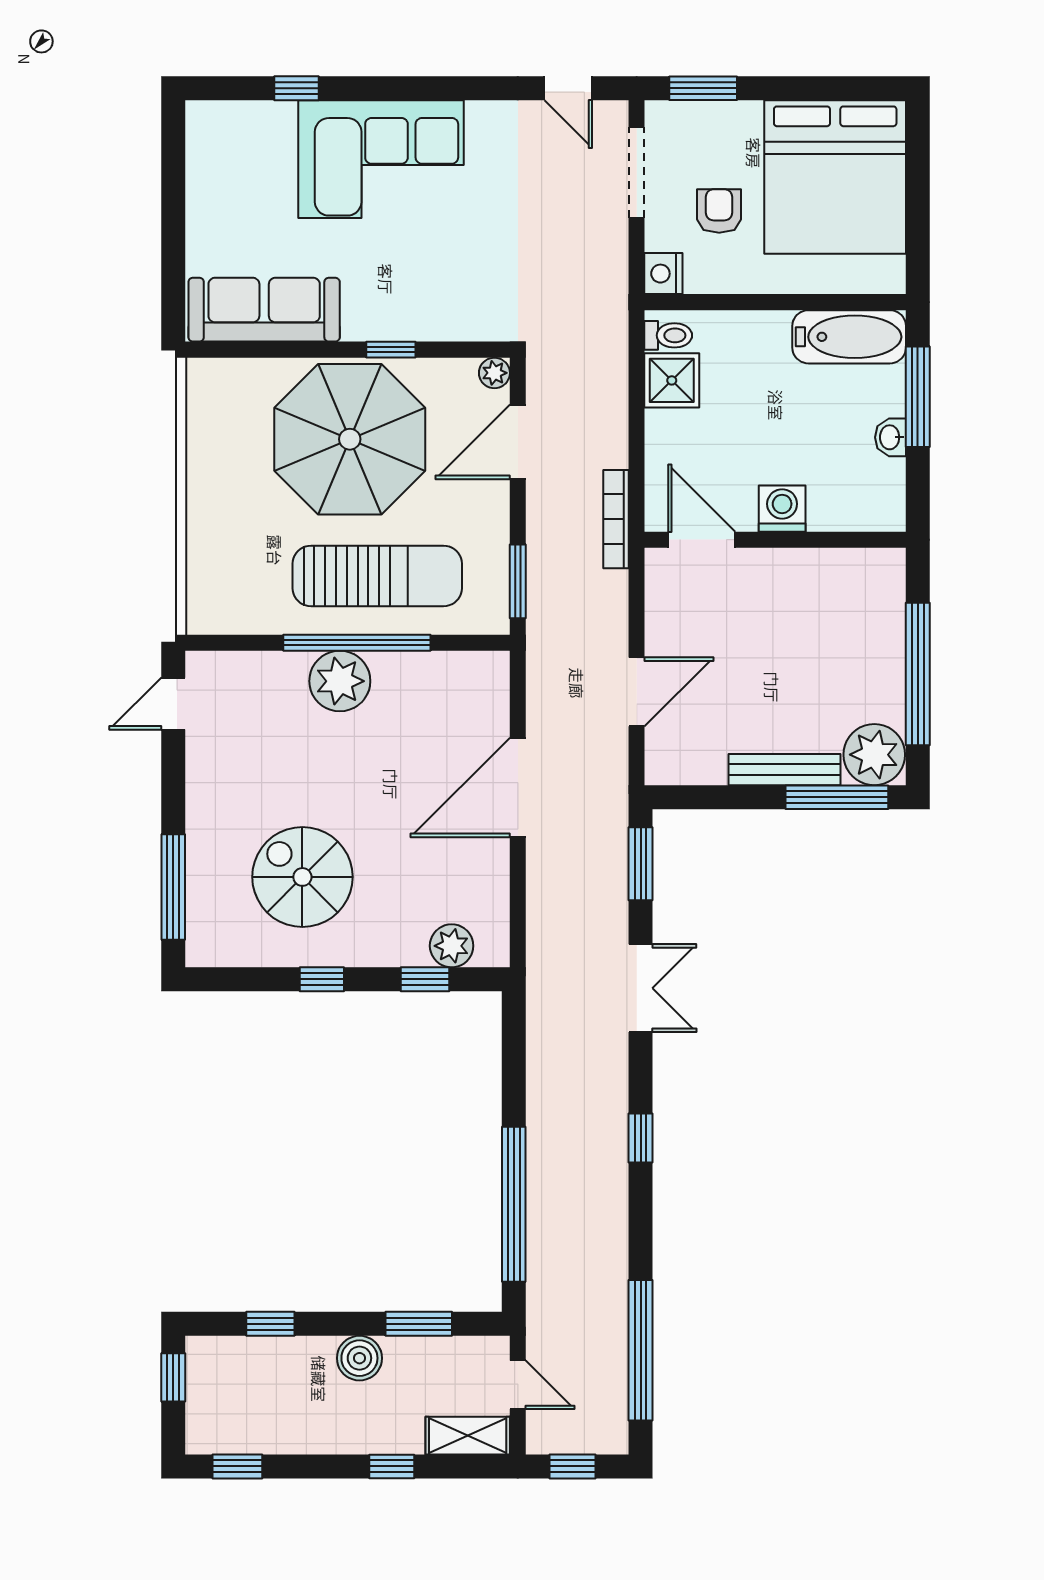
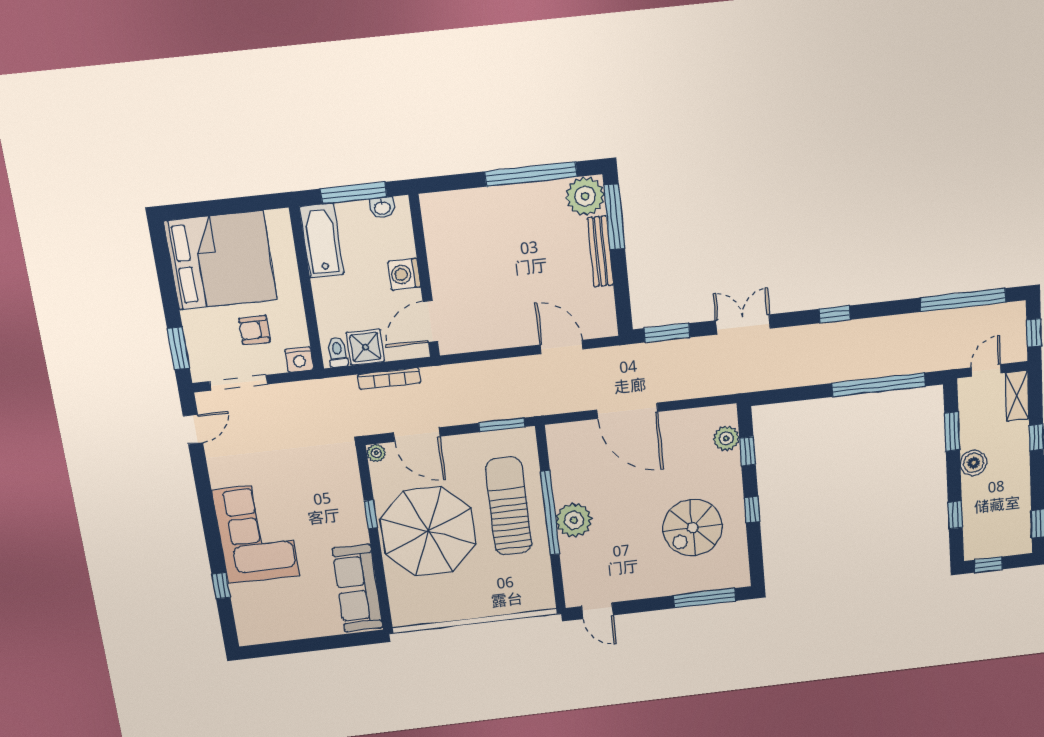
washing machine: (782, 509) -> (404, 274), moved
bookcase: (616, 519) -> (389, 379), moved
door: (702, 540) -> (430, 321), moved
wall: (775, 540) -> (424, 276), moved

